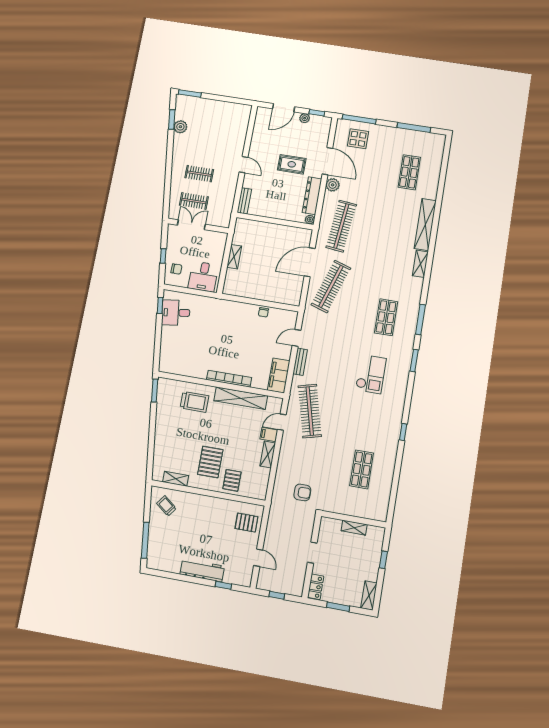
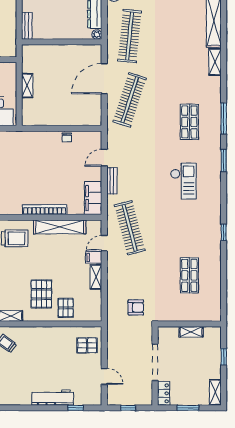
doorway: (312, 553) -> (155, 362), width x1.87

